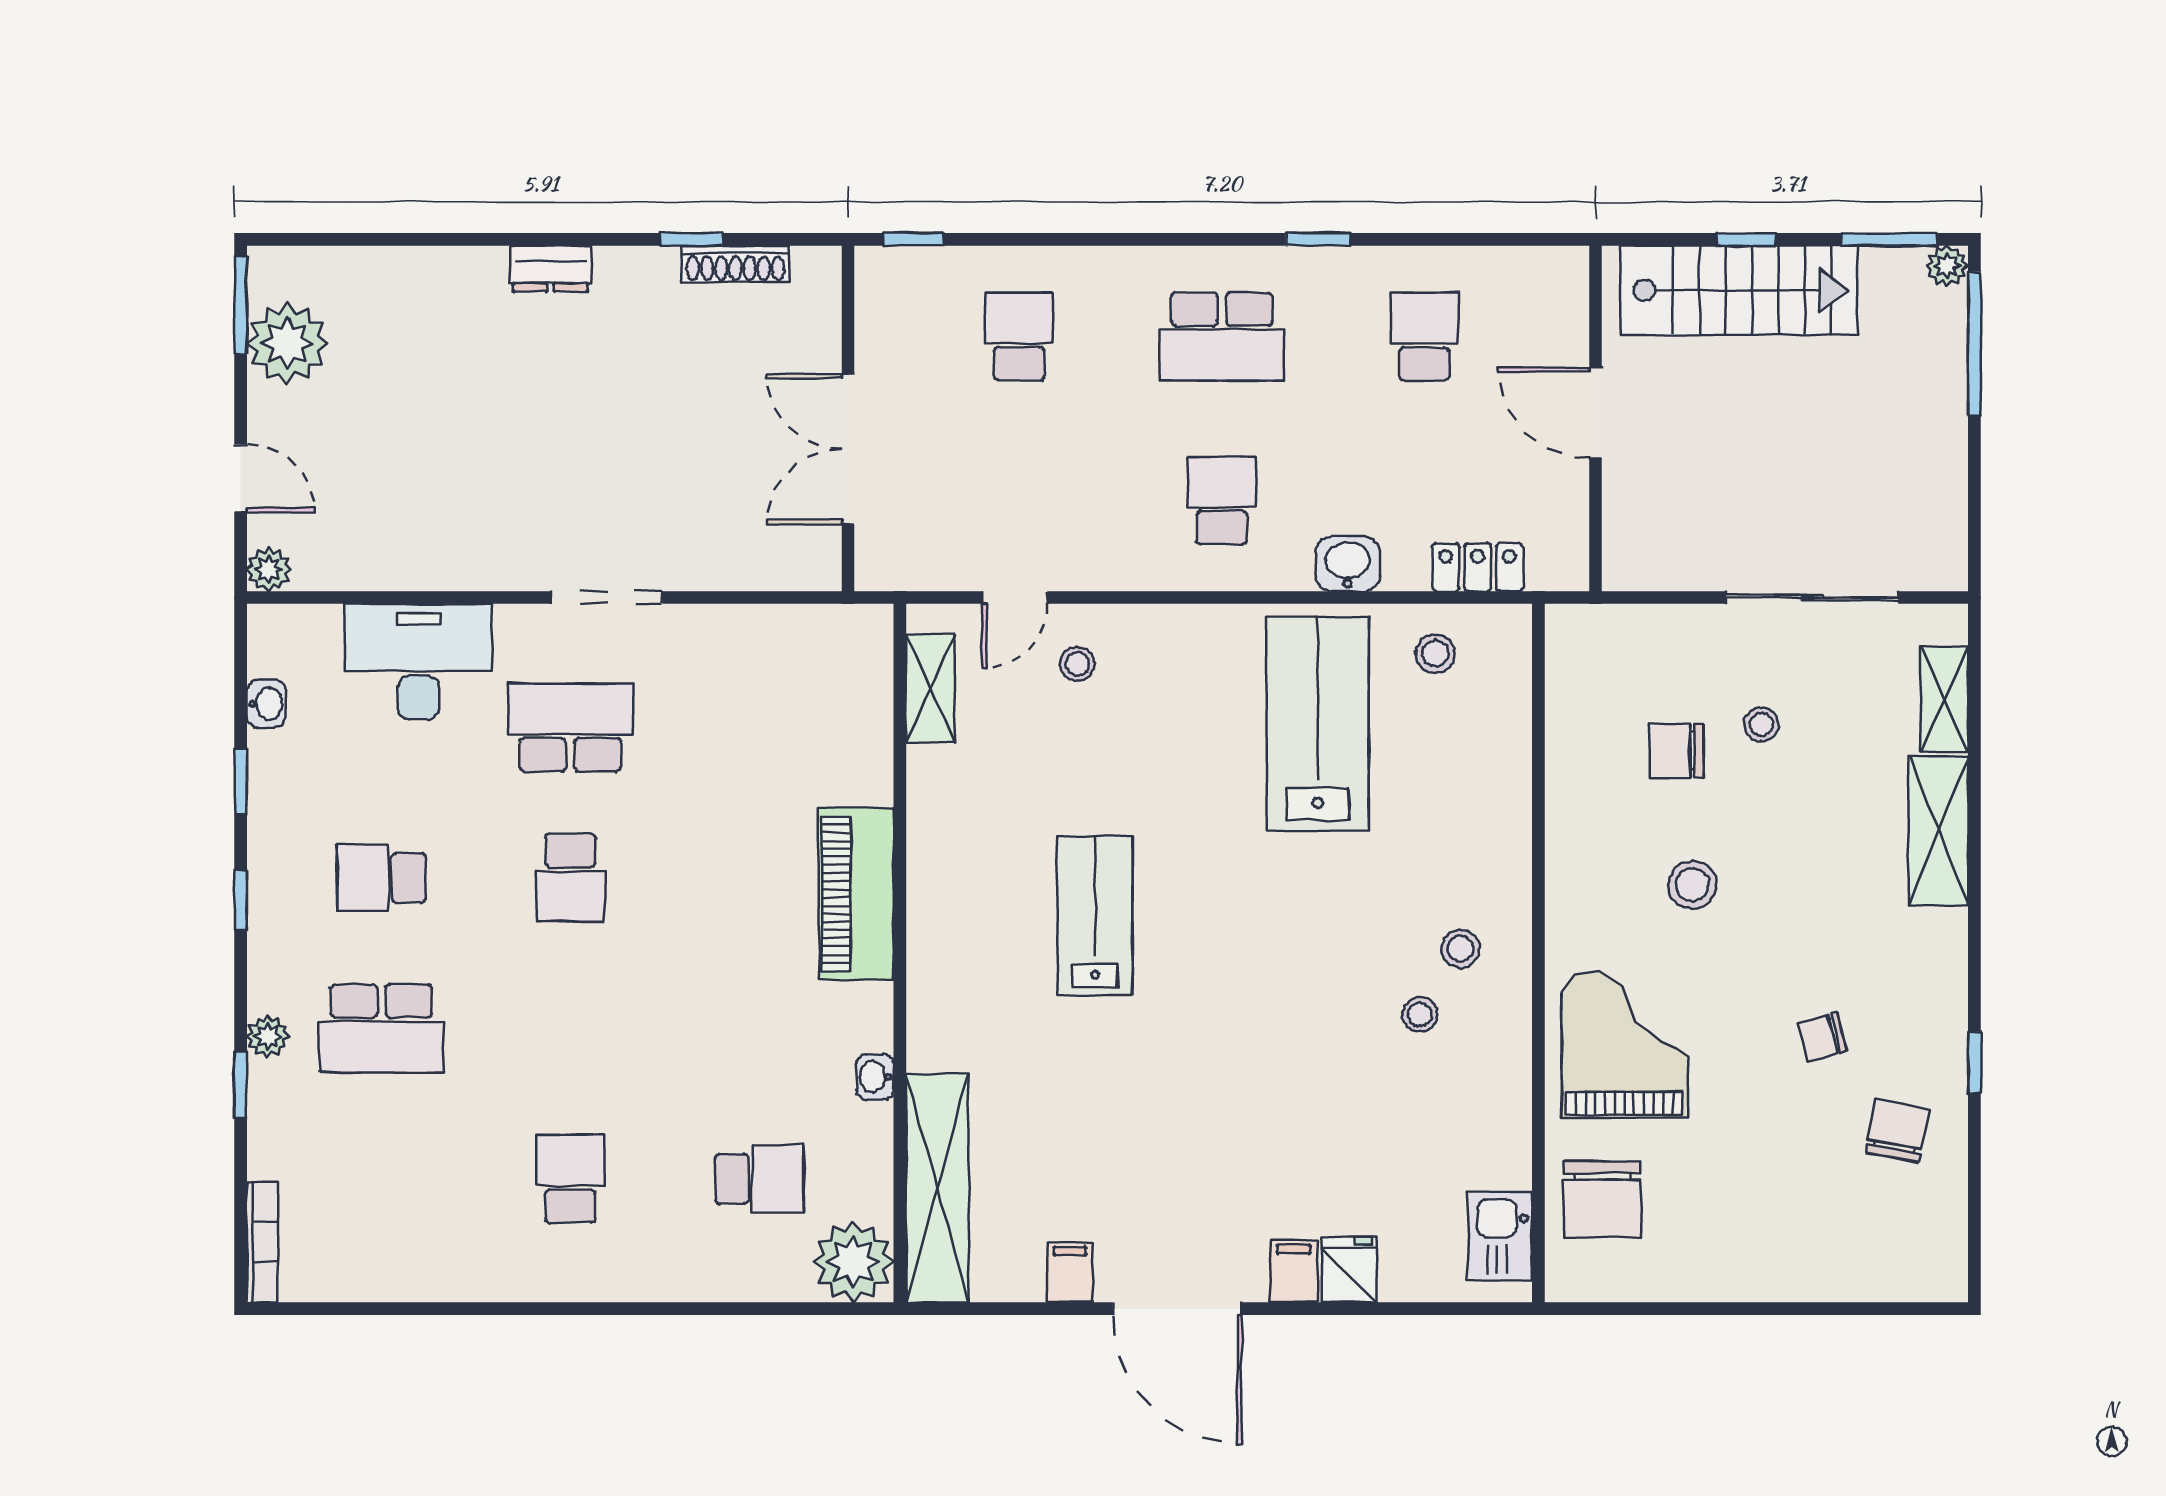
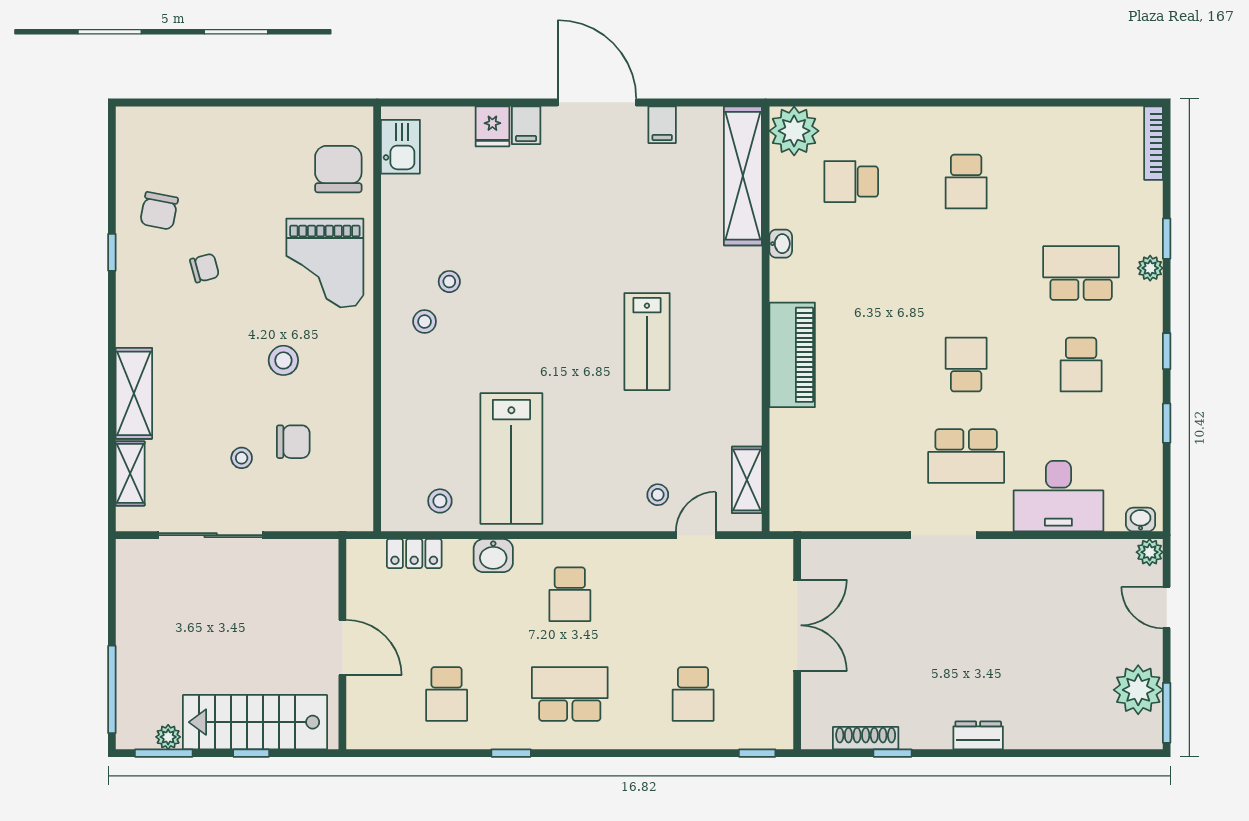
plant: (1947, 266) -> (168, 737), moved
washbasin: (266, 704) -> (1141, 520), moved, turned 90
school desk: (381, 878) -> (1081, 365), turned 90

